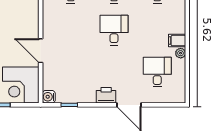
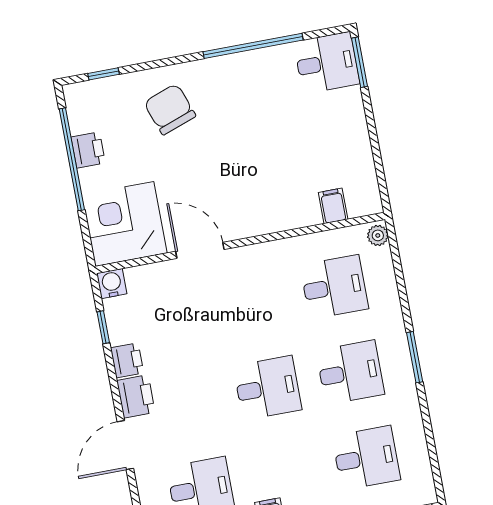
door: (41, 51) -> (200, 250), hinge flipped
printer: (88, 96) -> (127, 360), added

